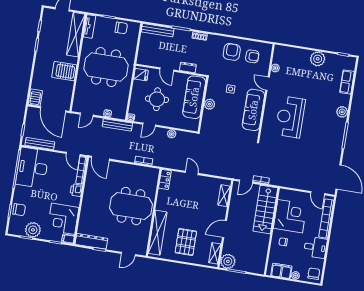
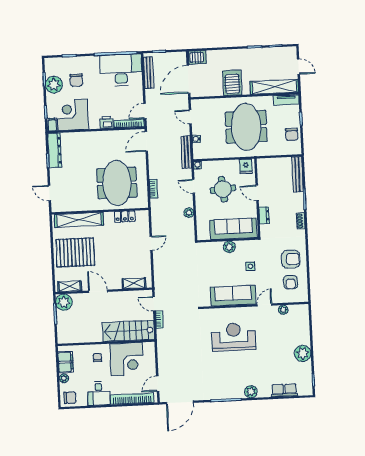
door: (167, 70) -> (257, 193), hinge flipped
locker: (165, 179) -> (125, 216), moved
meeting table: (131, 206) -> (117, 183), moved
chair: (19, 210) -> (76, 80), moved
pallet: (186, 242) -> (75, 252), width x1.37, depth x1.41

